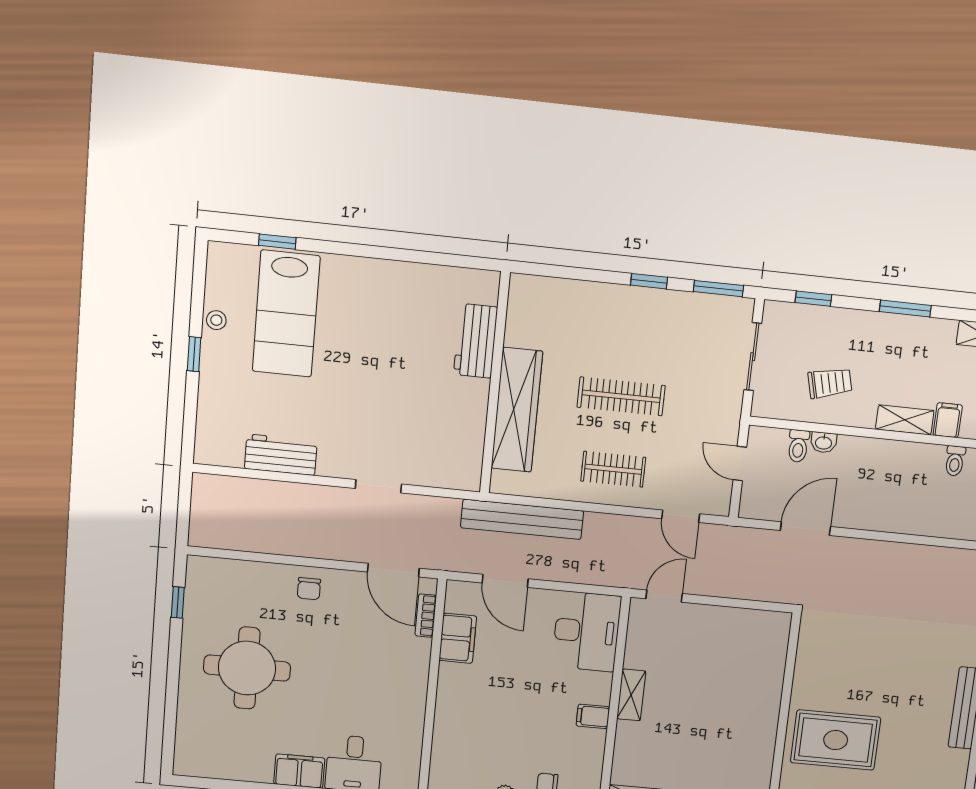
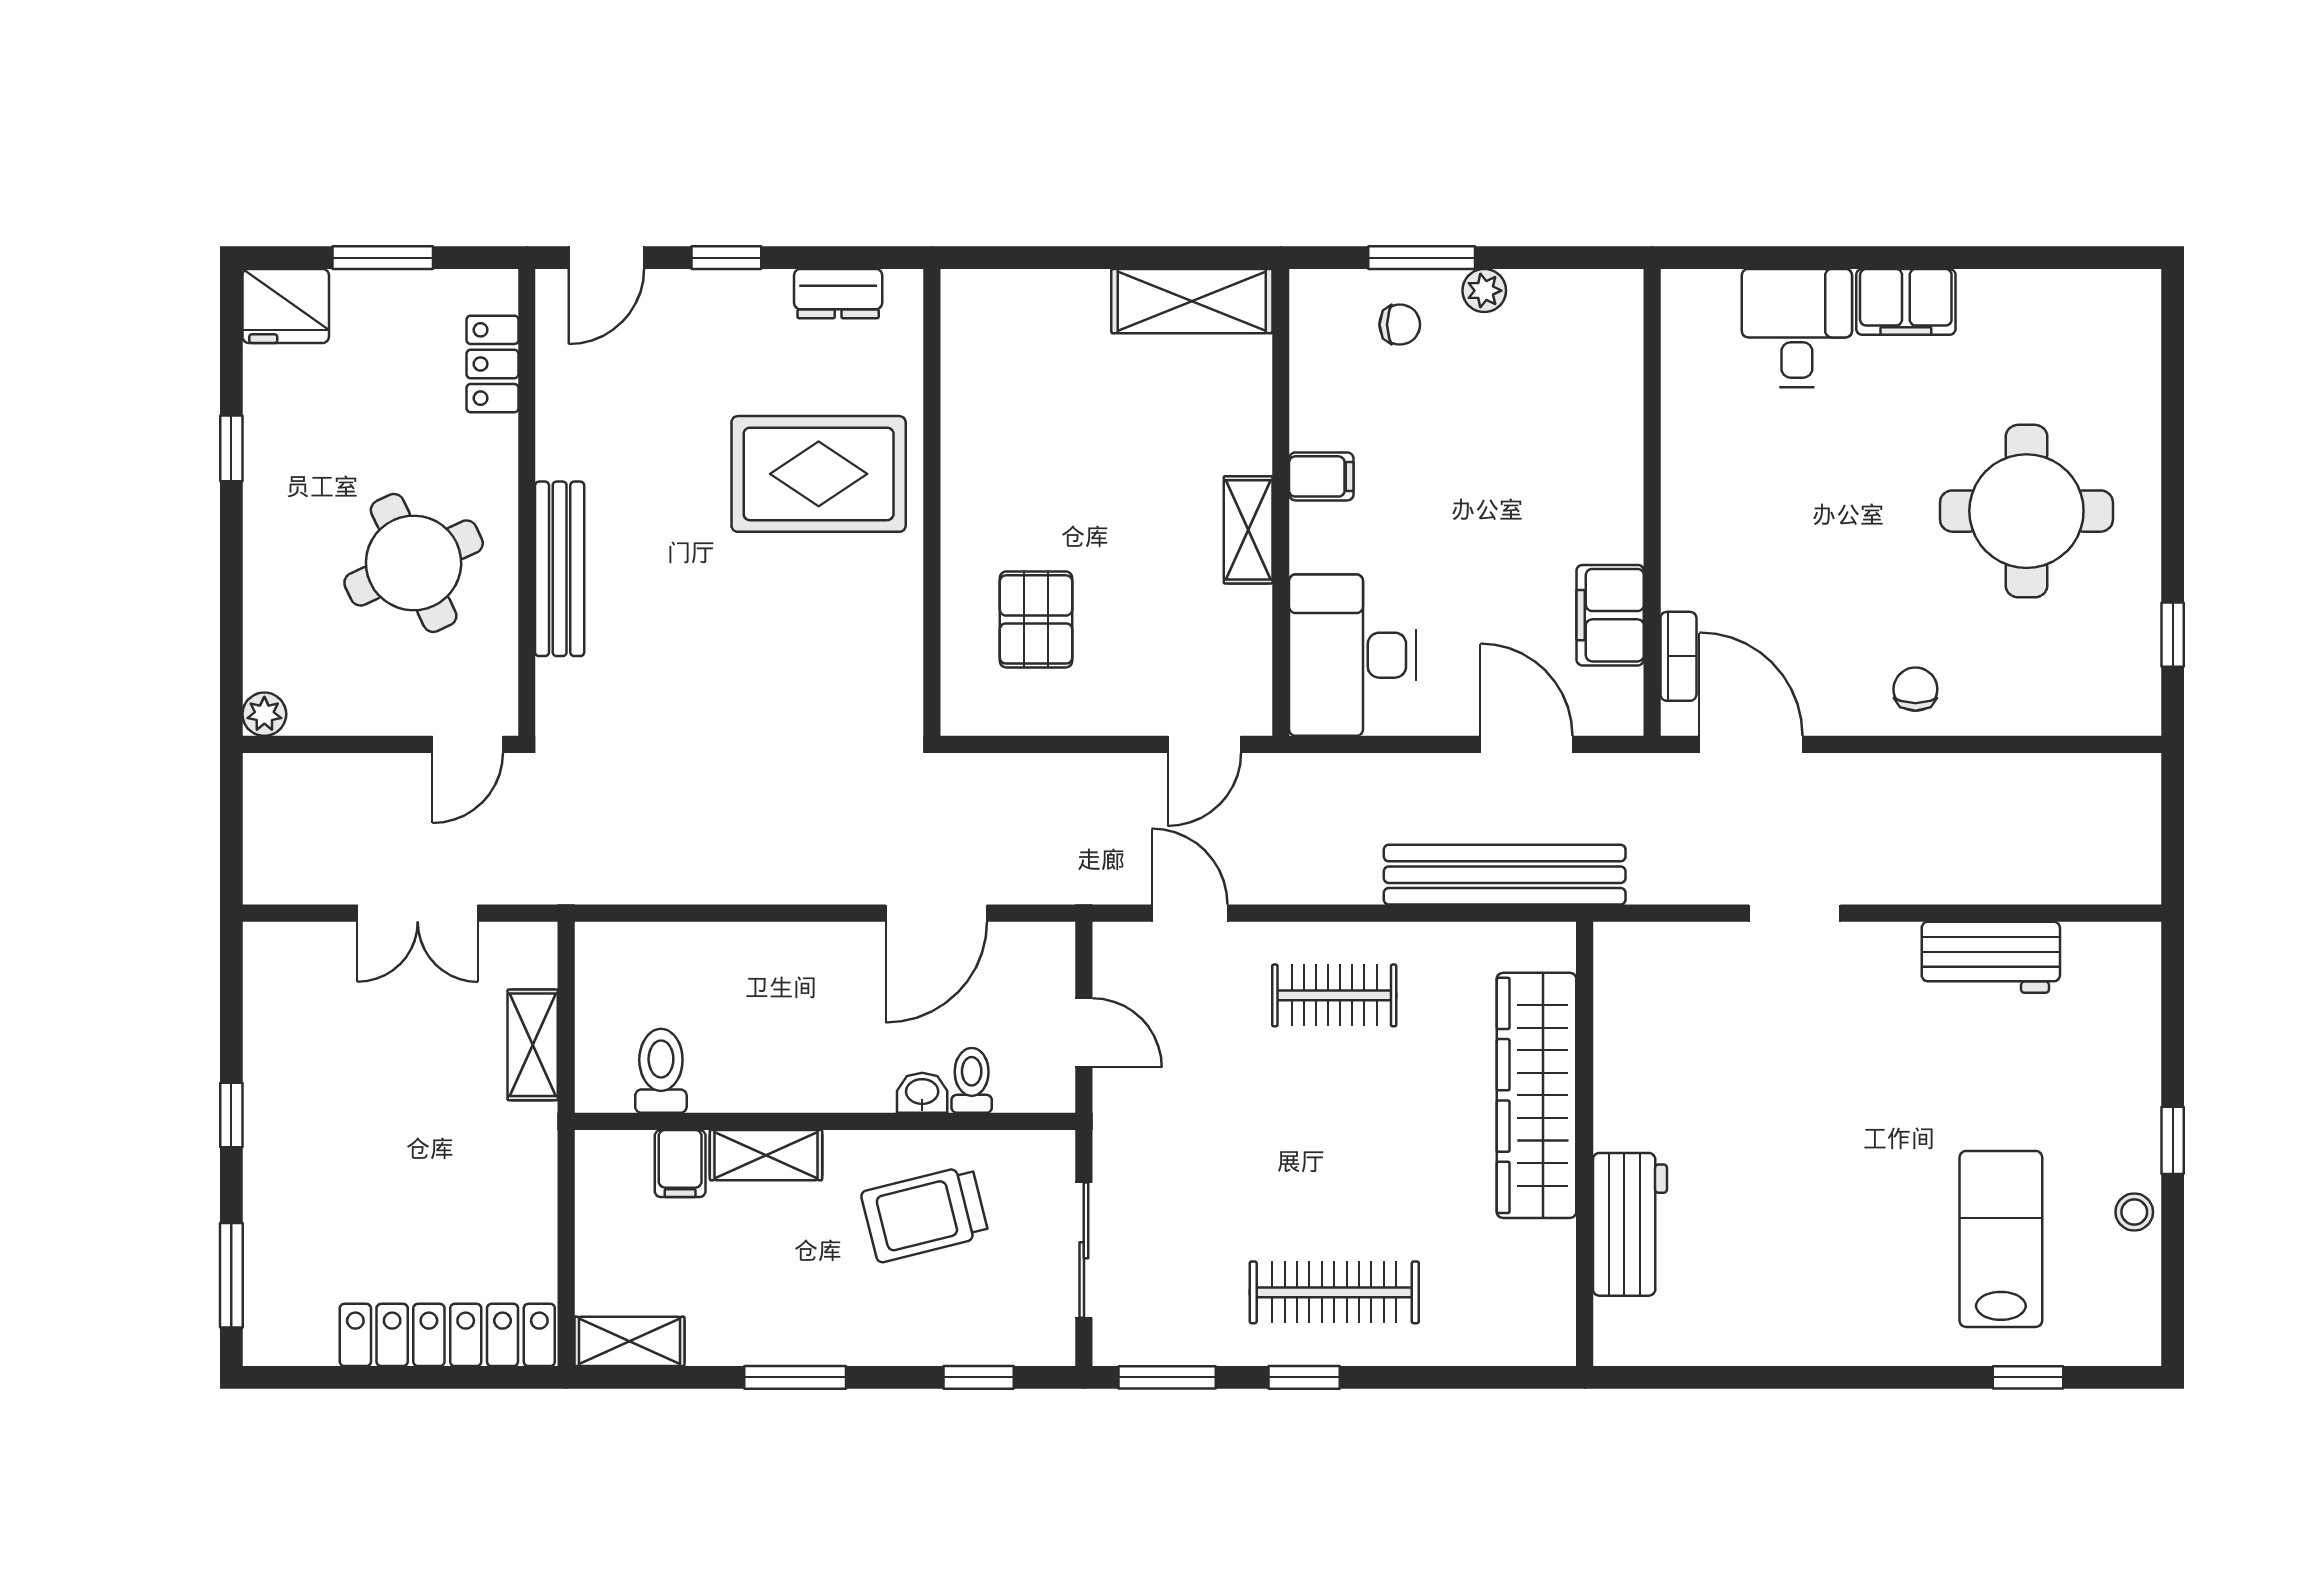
lab bench: (286, 314) -> (2001, 1239), width x0.73, depth x0.72
trolley: (830, 383) -> (925, 1214), width x1.36, depth x1.39
clothes rail: (621, 396) -> (1334, 1292), moved
toilet: (955, 461) -> (661, 1071), width x1.37, depth x1.39
pallet: (739, 663) -> (1036, 619), added

